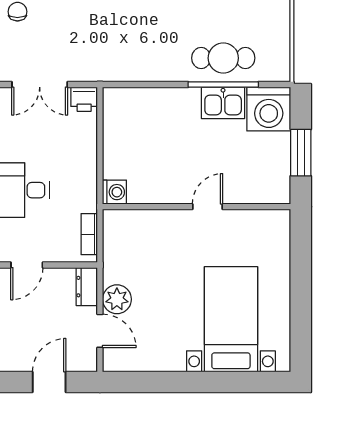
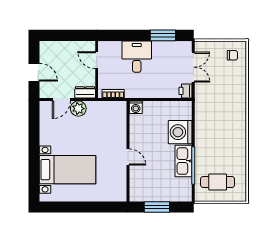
cafe table: (223, 58) -> (218, 182), moved, turned 90
double door: (40, 85) -> (193, 67), swing flipped
kitchen sink: (223, 103) -> (184, 161), width x1.38
washing machine: (269, 109) -> (180, 132), moved

